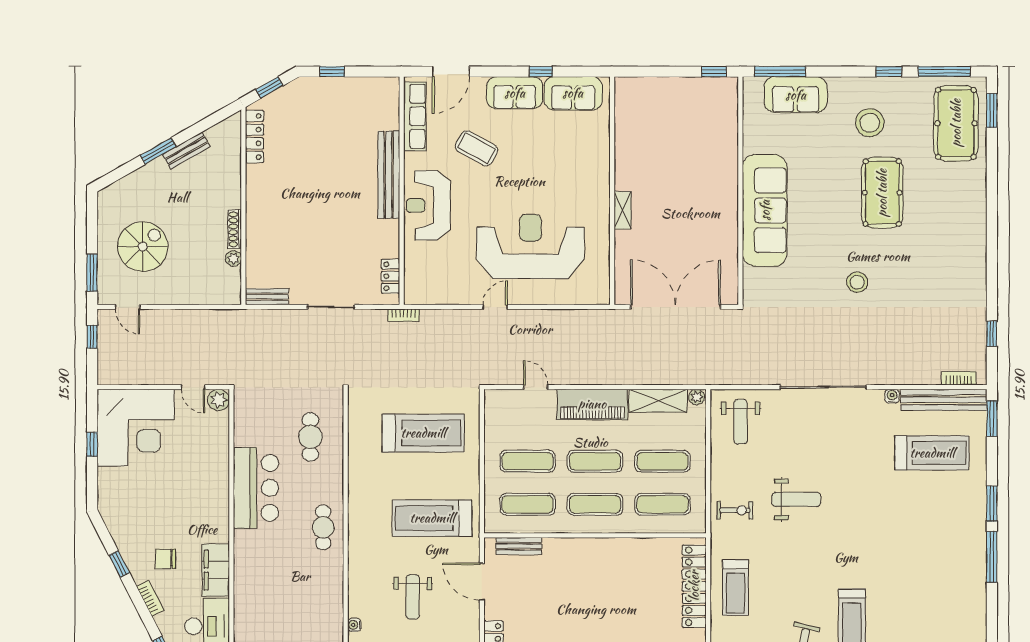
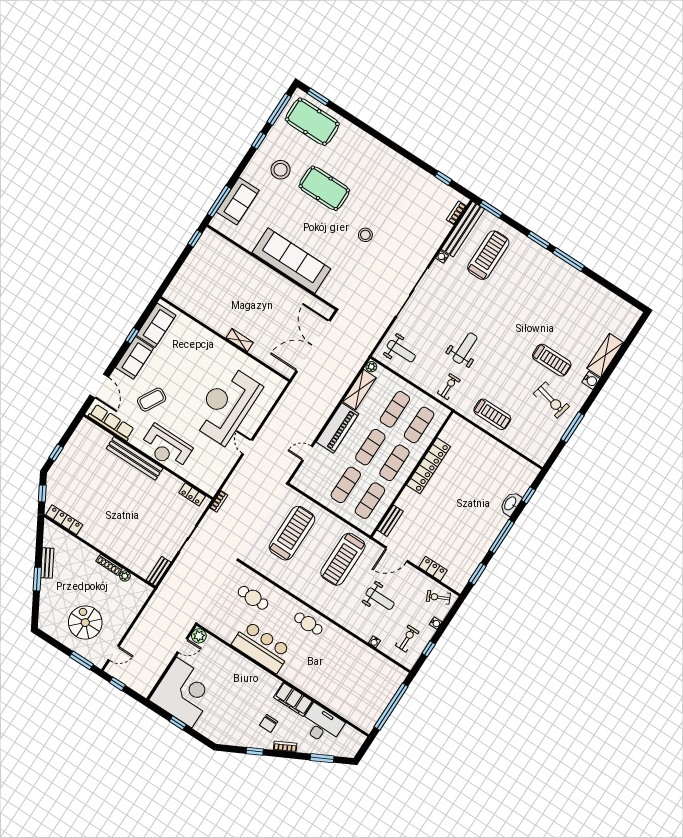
locker: (694, 586) -> (428, 466), moved, turned -90

